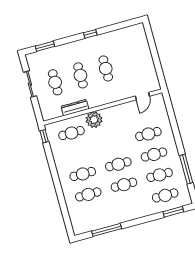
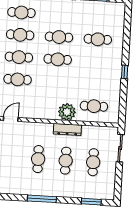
window: (90, 34) -> (42, 199), width x2.17
sliding door: (30, 84) -> (120, 148), moved
dresser: (75, 108) -> (67, 129), moved
window: (44, 136) -> (125, 72), moved
cafe table: (83, 174) -> (96, 62), removed

